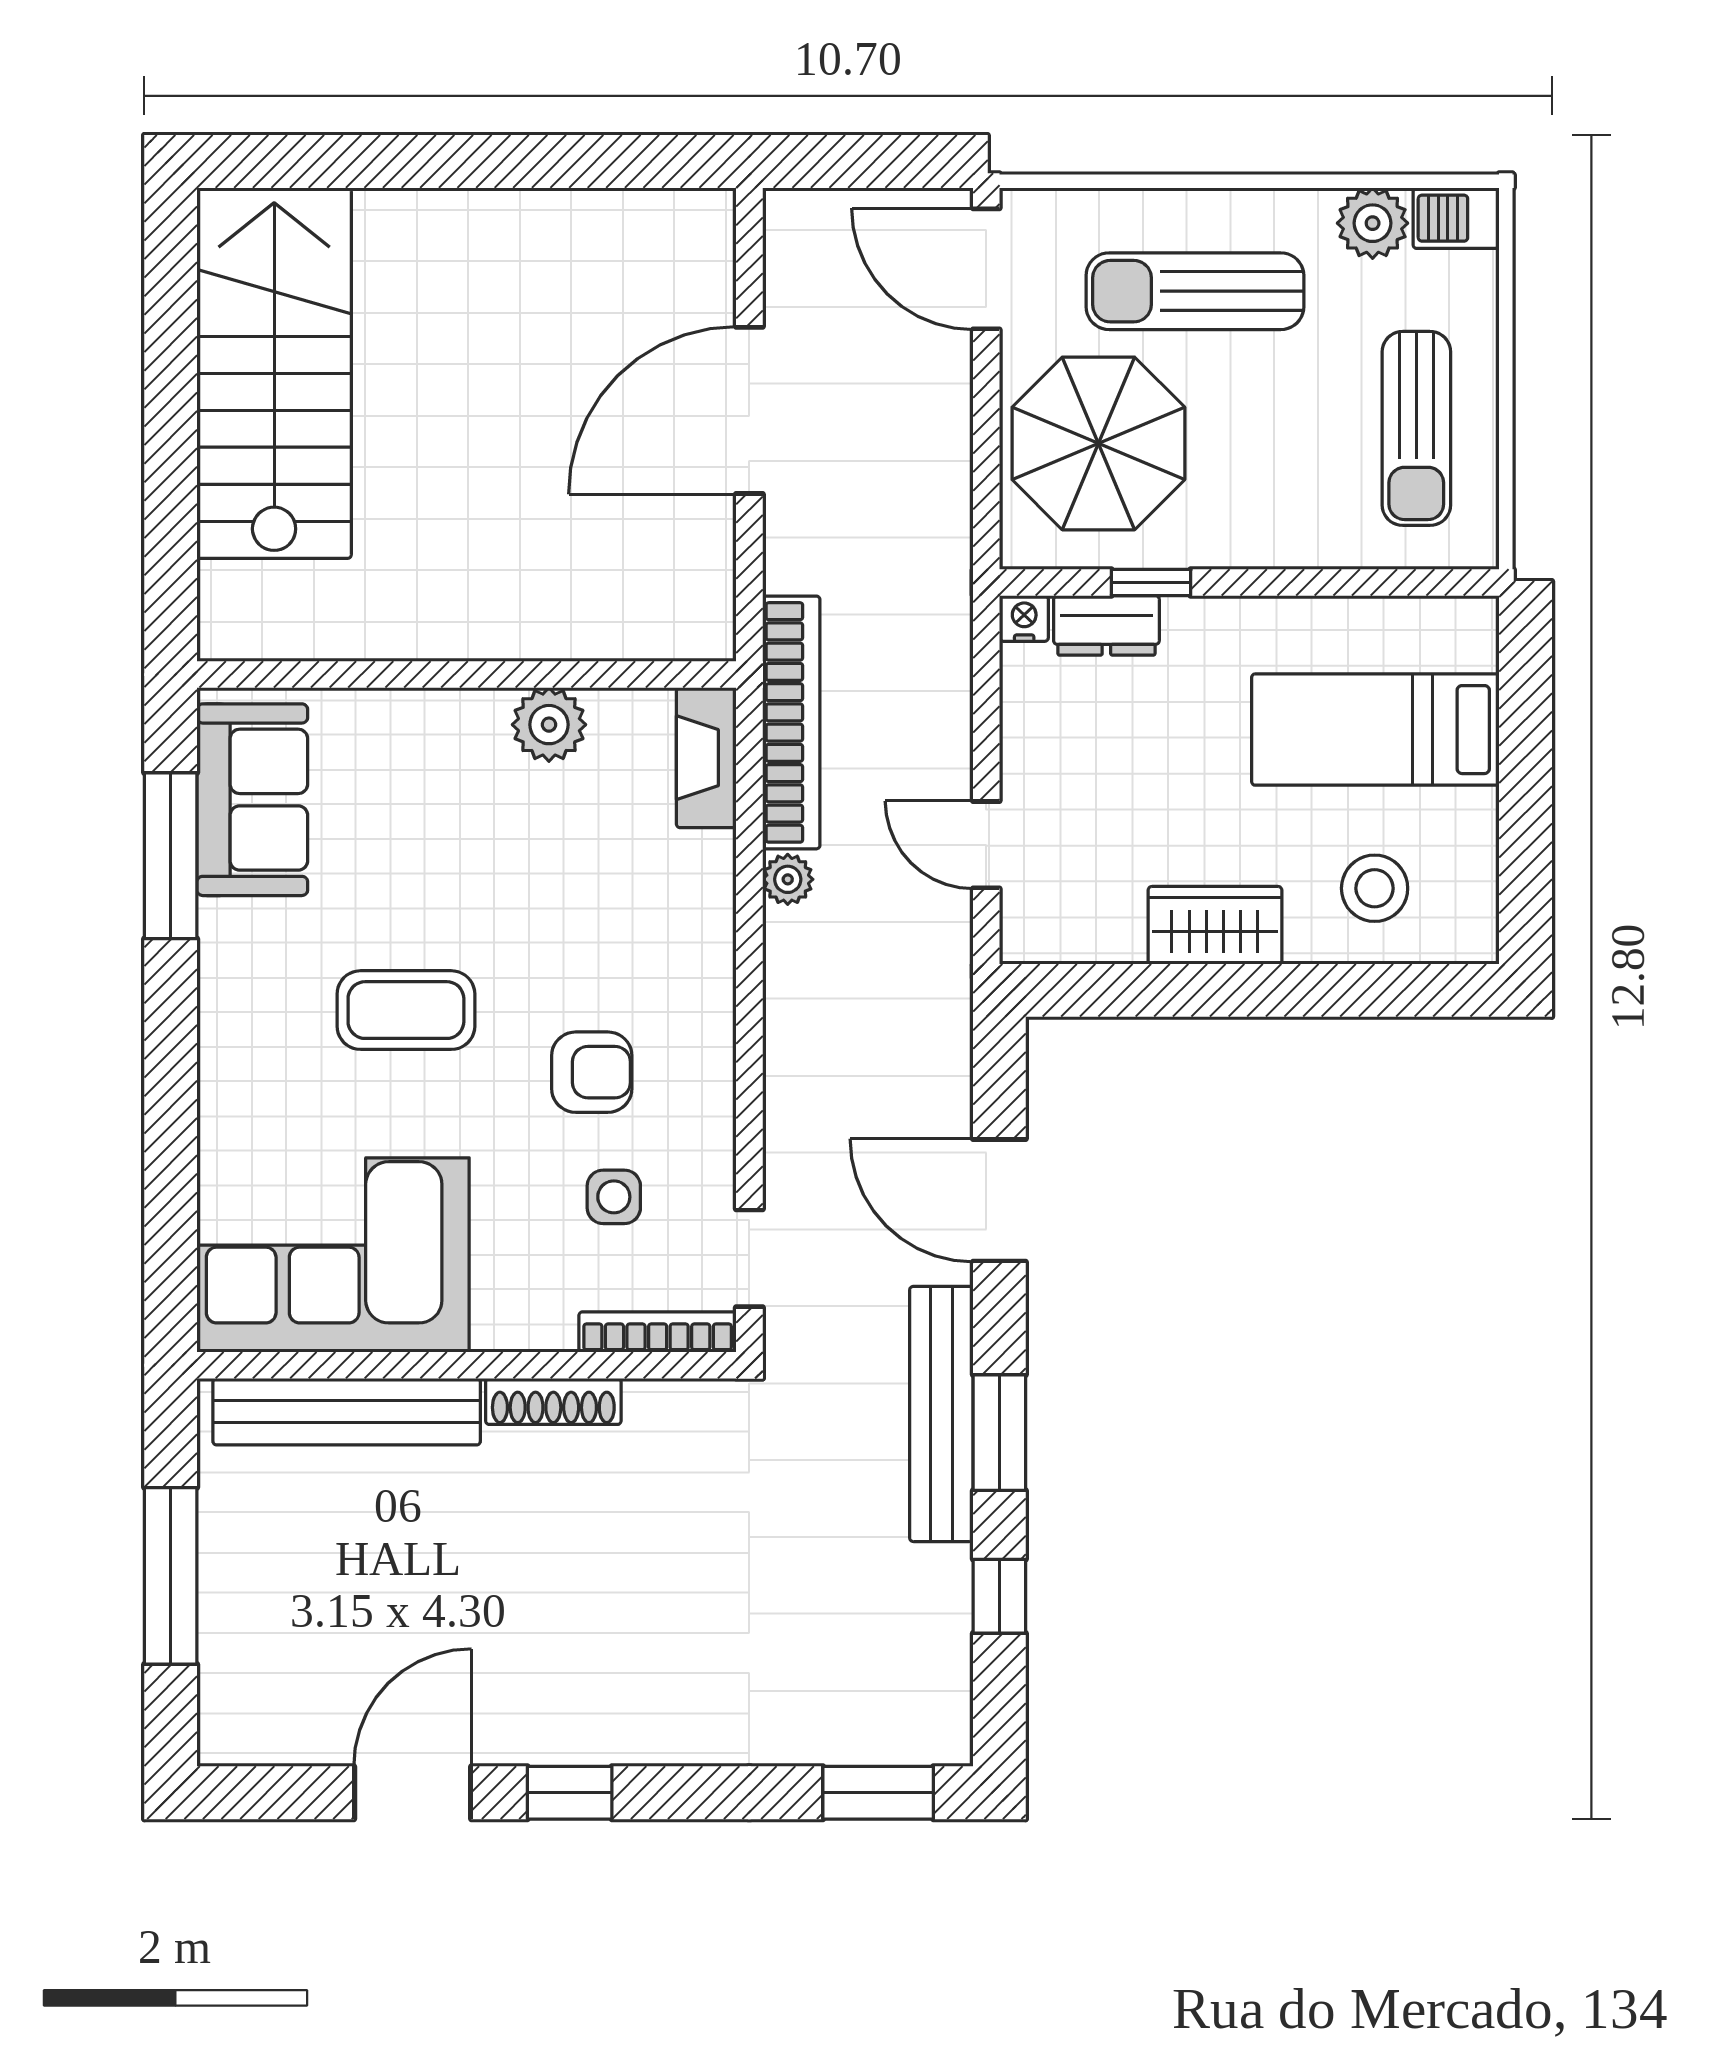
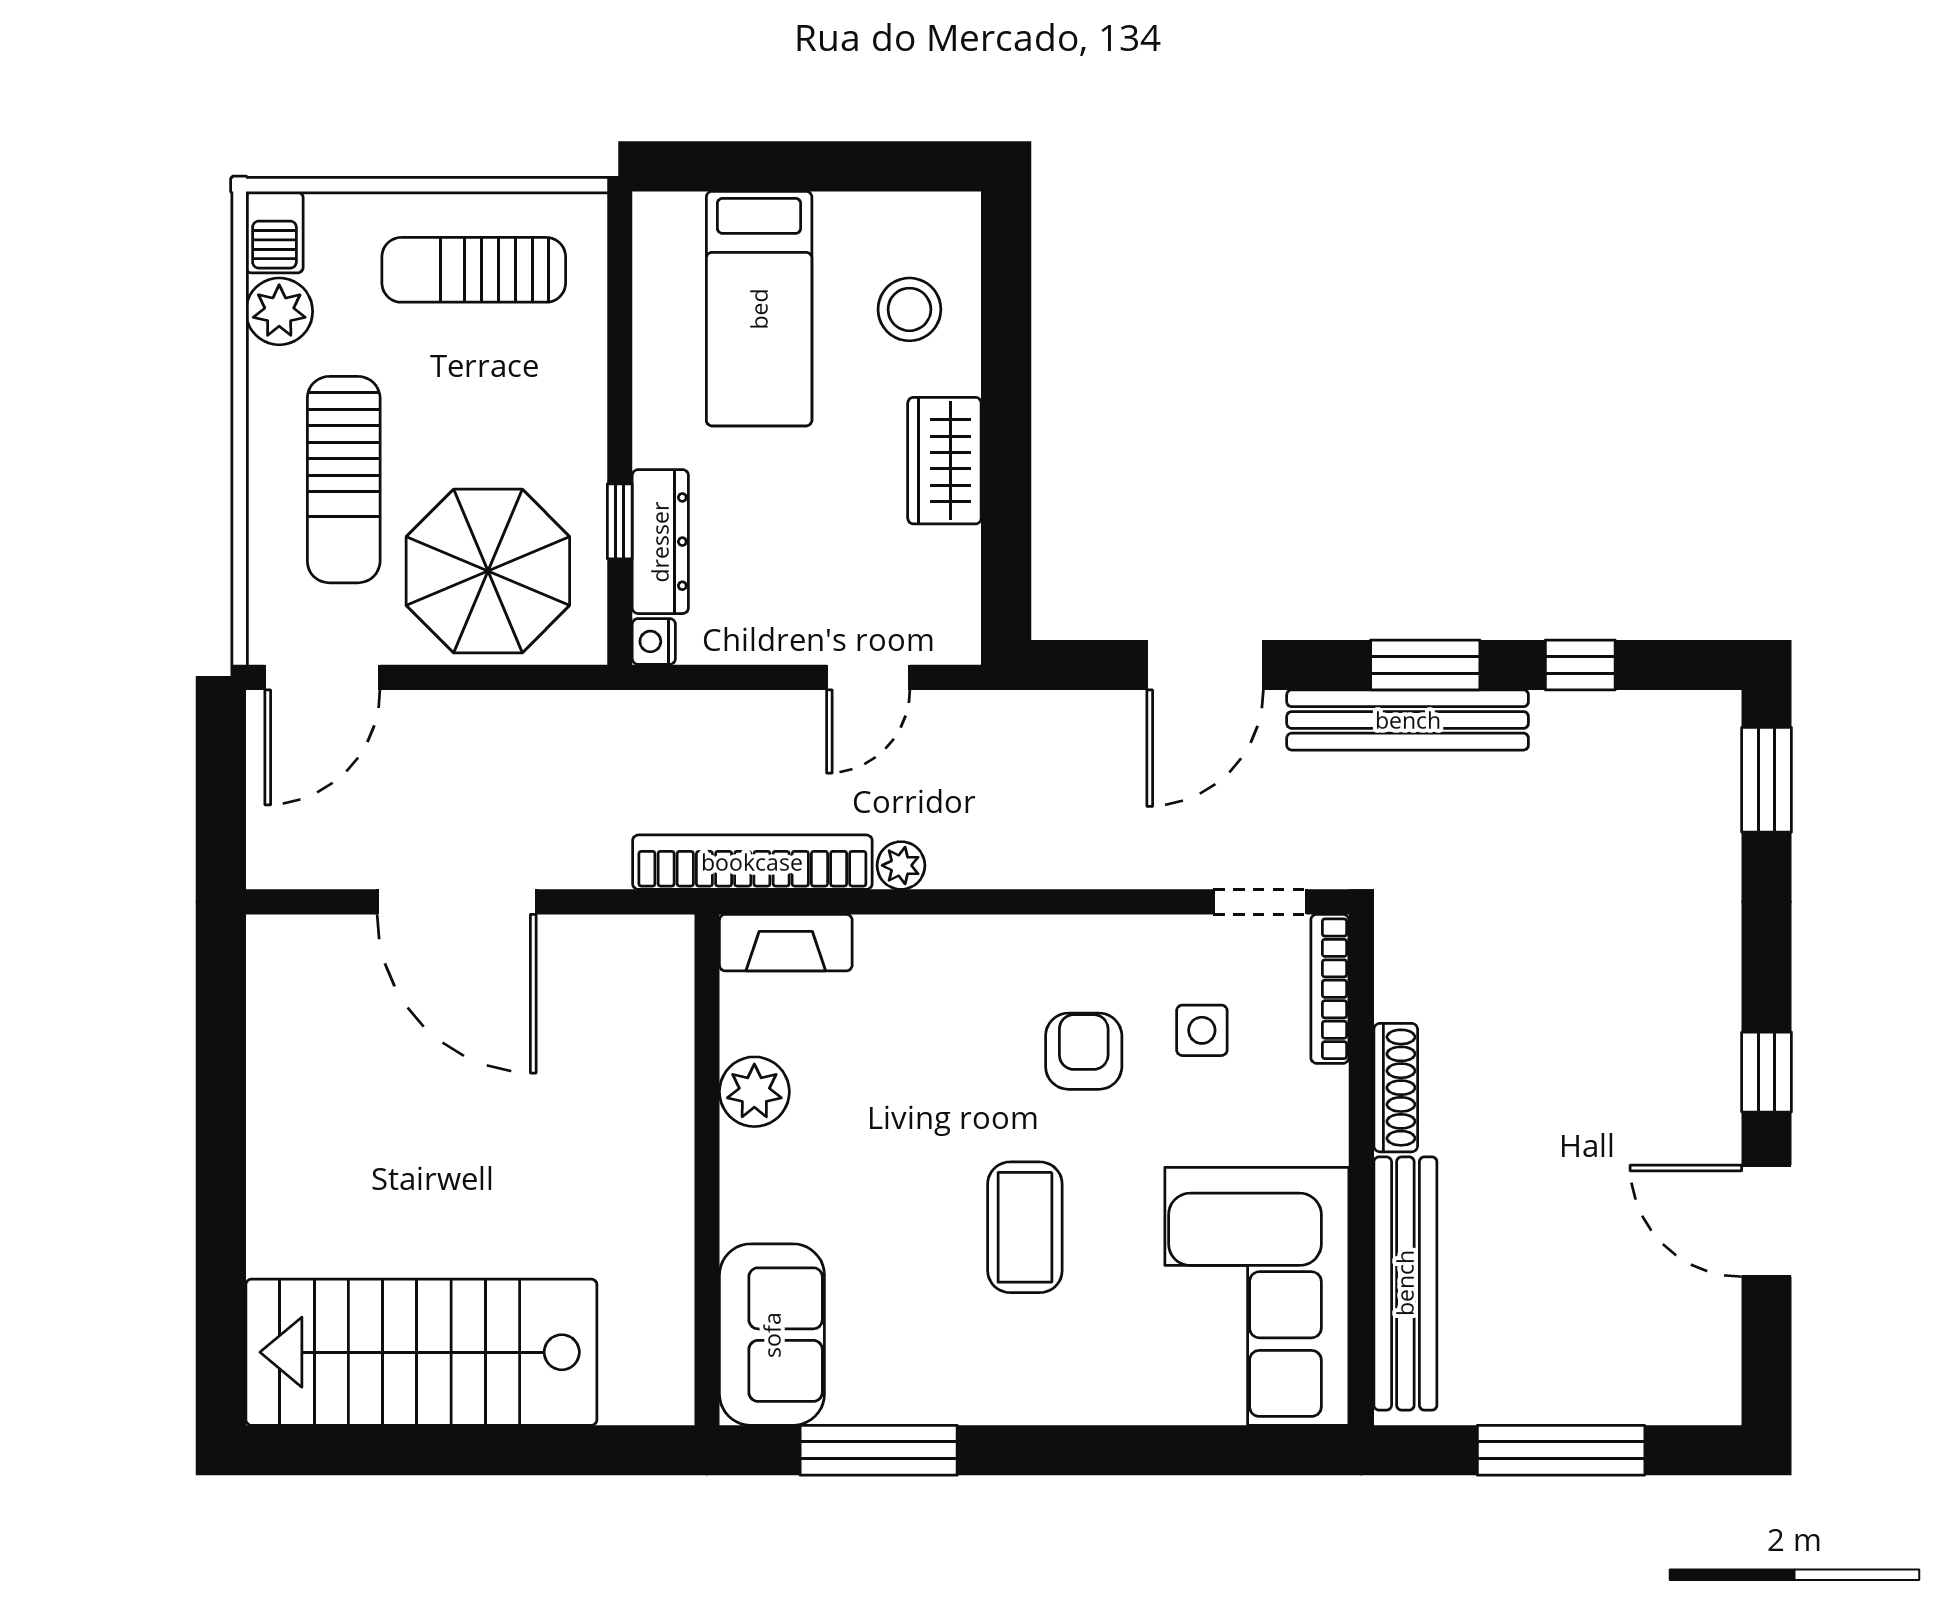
sun lounger: (1416, 428) -> (474, 270), turned 180
dresser: (1106, 625) -> (660, 542), width x1.44
sofa: (252, 800) -> (772, 1335), moved, turned 90

